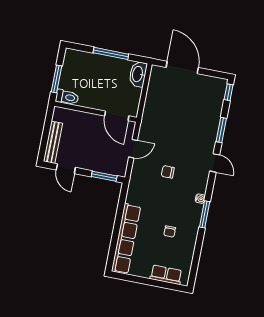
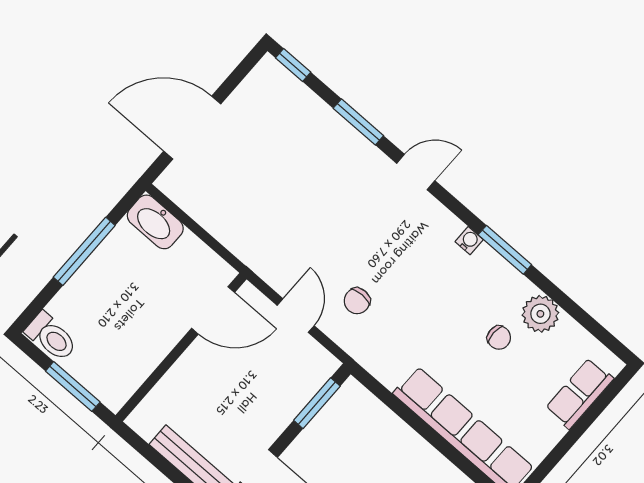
toilet: (67, 97) -> (51, 337), moved, turned 90
chair: (168, 172) -> (357, 301), moved
plant: (188, 242) -> (540, 314), added

